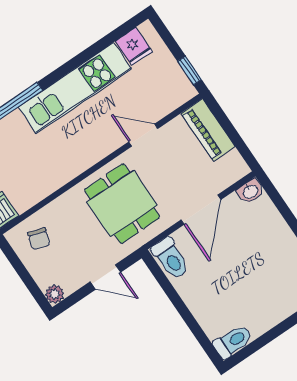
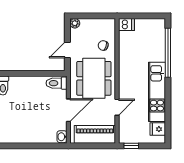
piano: (208, 130) -> (95, 134), width x1.37, depth x1.33
dining table: (122, 204) -> (94, 78), width x1.38
door: (201, 210) -> (68, 110), swing flipped
chair: (39, 239) -> (103, 45), moved

